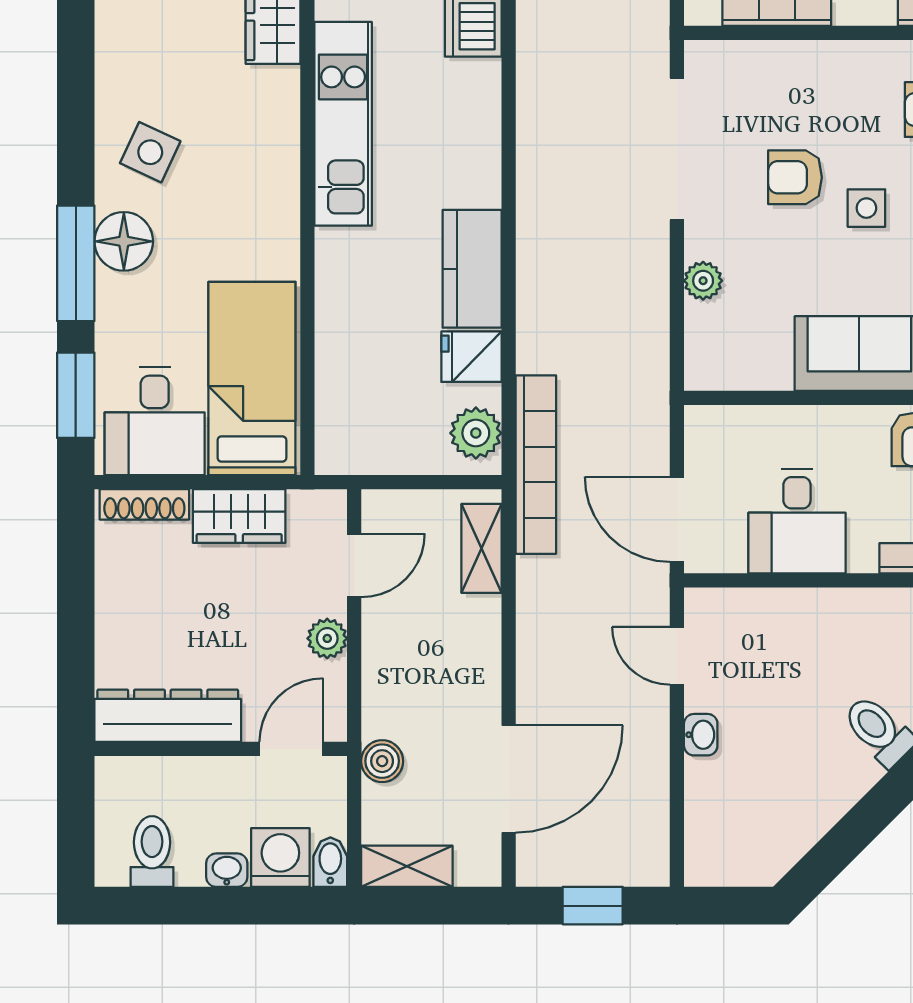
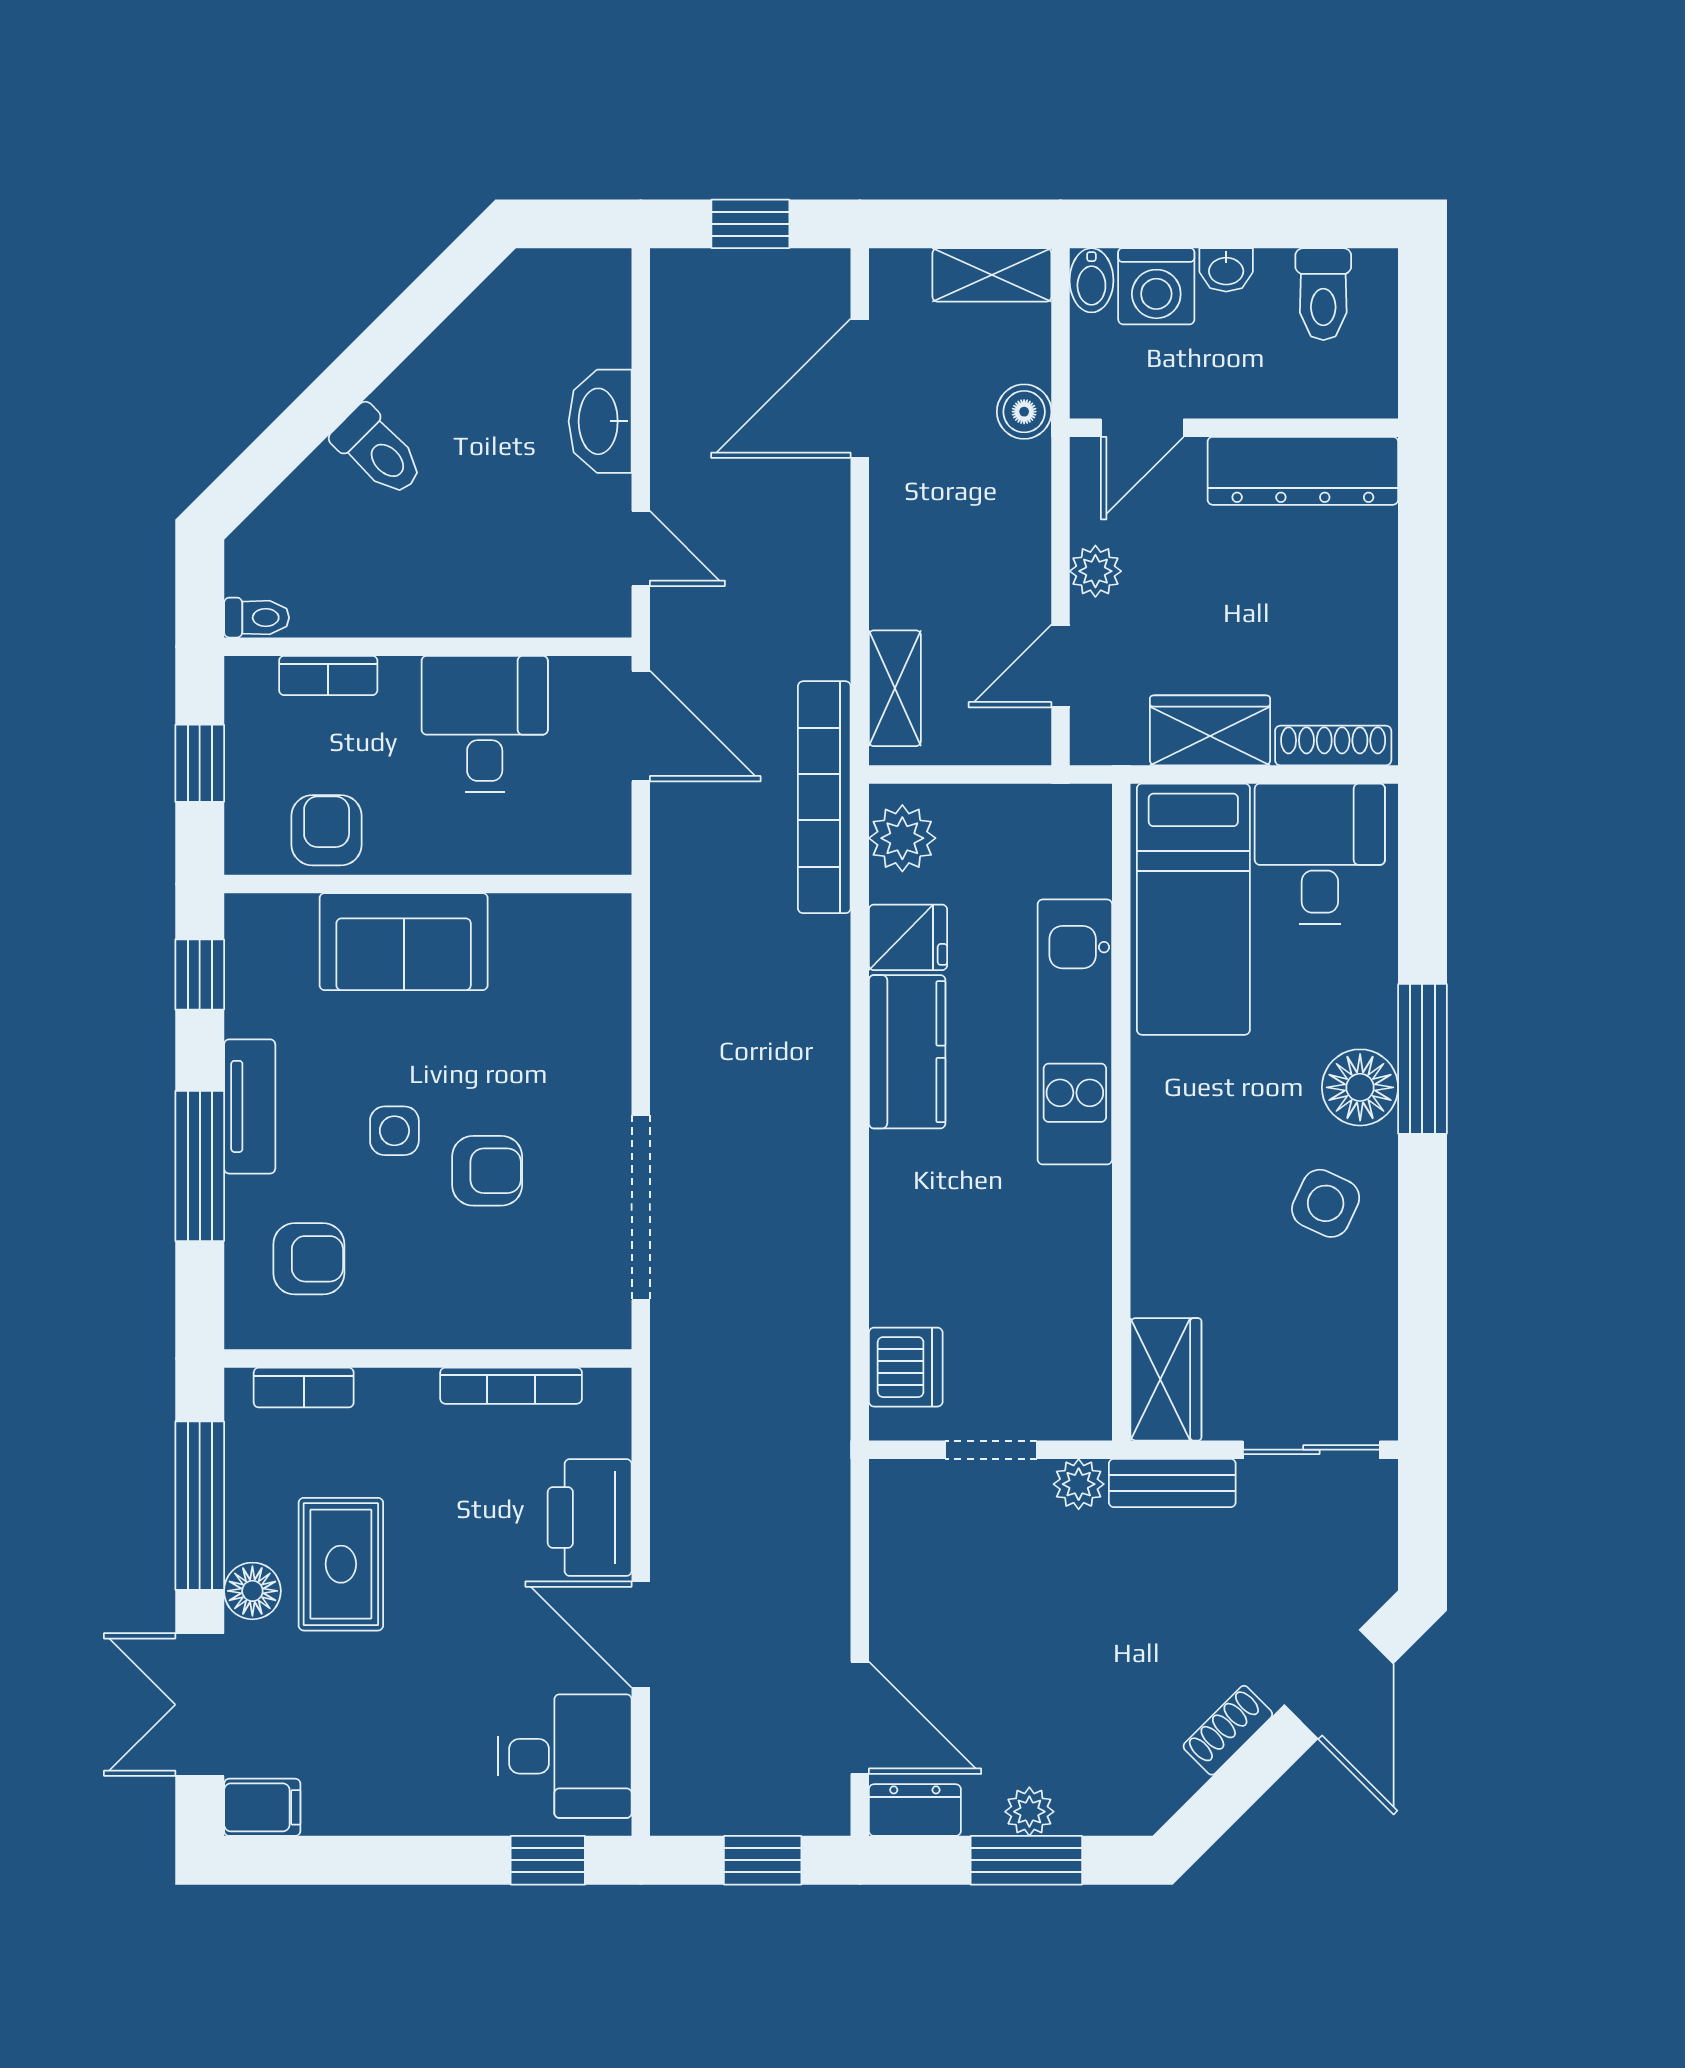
kitchen unit: (343, 124) -> (1075, 1032), moved
plant: (703, 281) -> (607, 1036), removed
window: (76, 395) -> (1422, 887), removed
washbasin: (701, 735) -> (600, 421), width x1.91, depth x1.45

